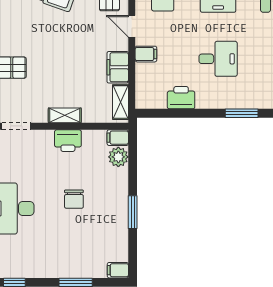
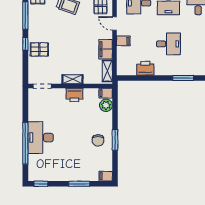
chair: (74, 199) -> (98, 140), moved

